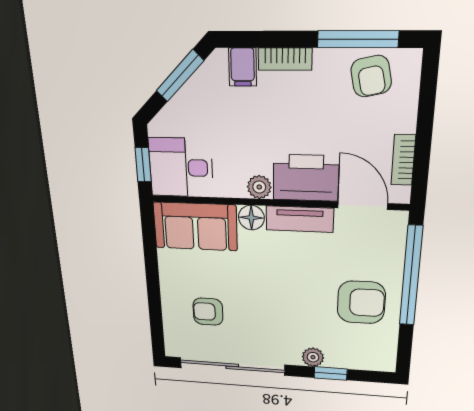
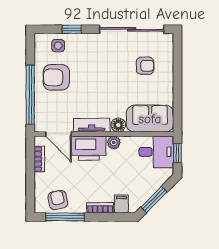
side table: (355, 351) -> (58, 46), added
plant: (313, 357) -> (83, 40), removed

